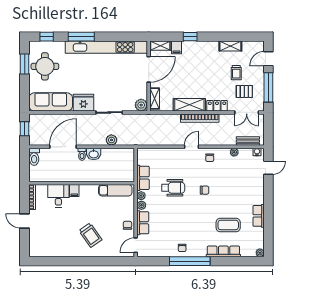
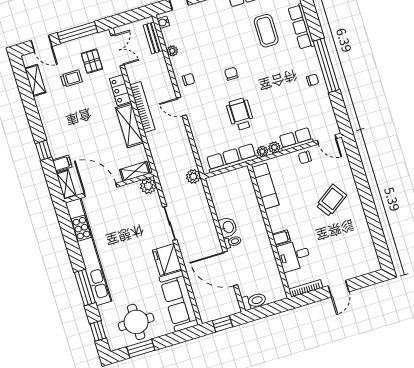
shelving: (230, 46) -> (35, 80), moved
plant: (111, 140) -> (193, 176), moved
row of seats: (143, 178) -> (232, 158), width x1.48

